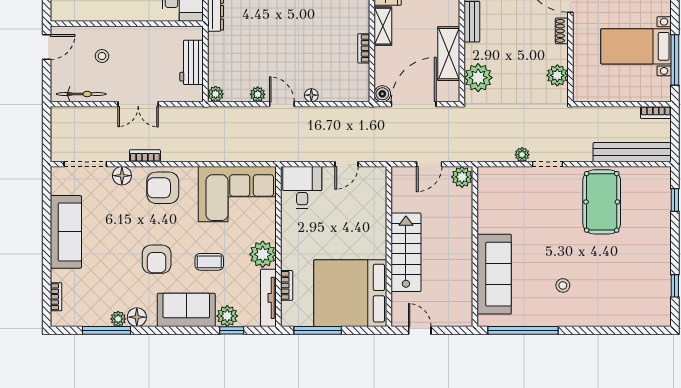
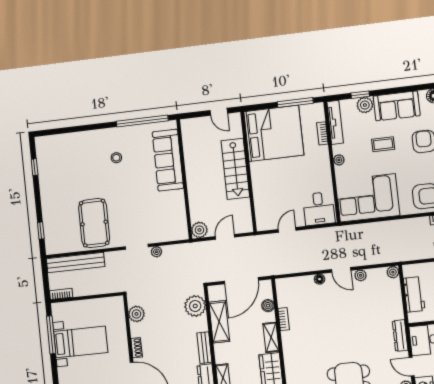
boiler: (382, 94) -> (268, 306), moved
plant: (263, 254) -> (339, 160), width x0.53, depth x0.53

